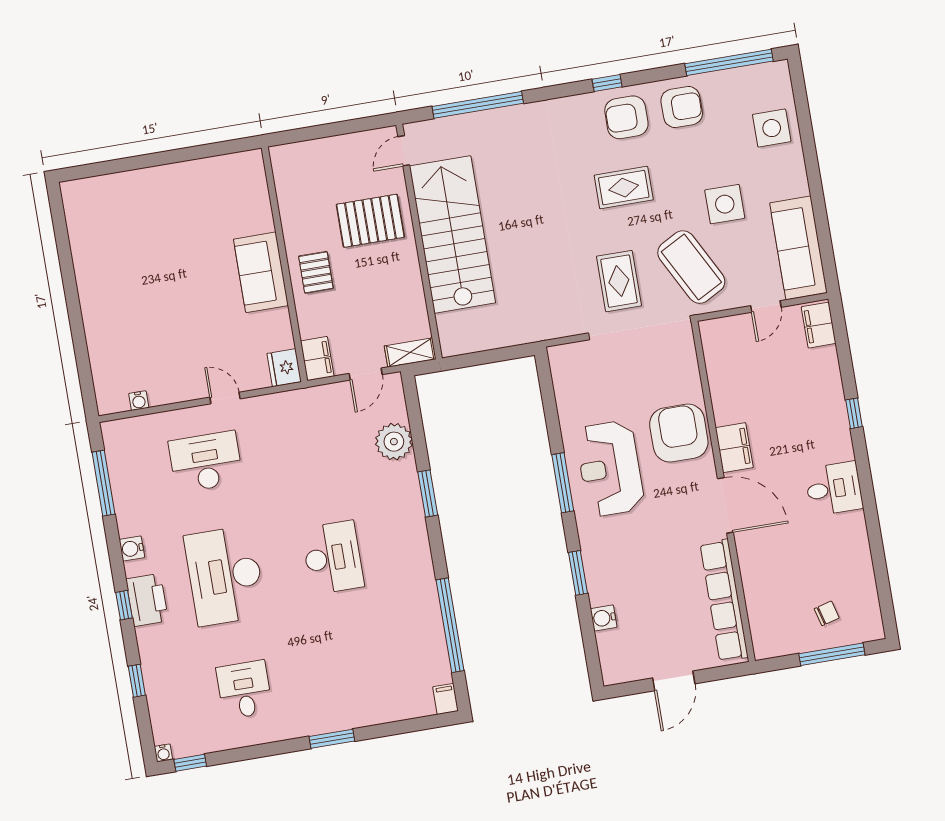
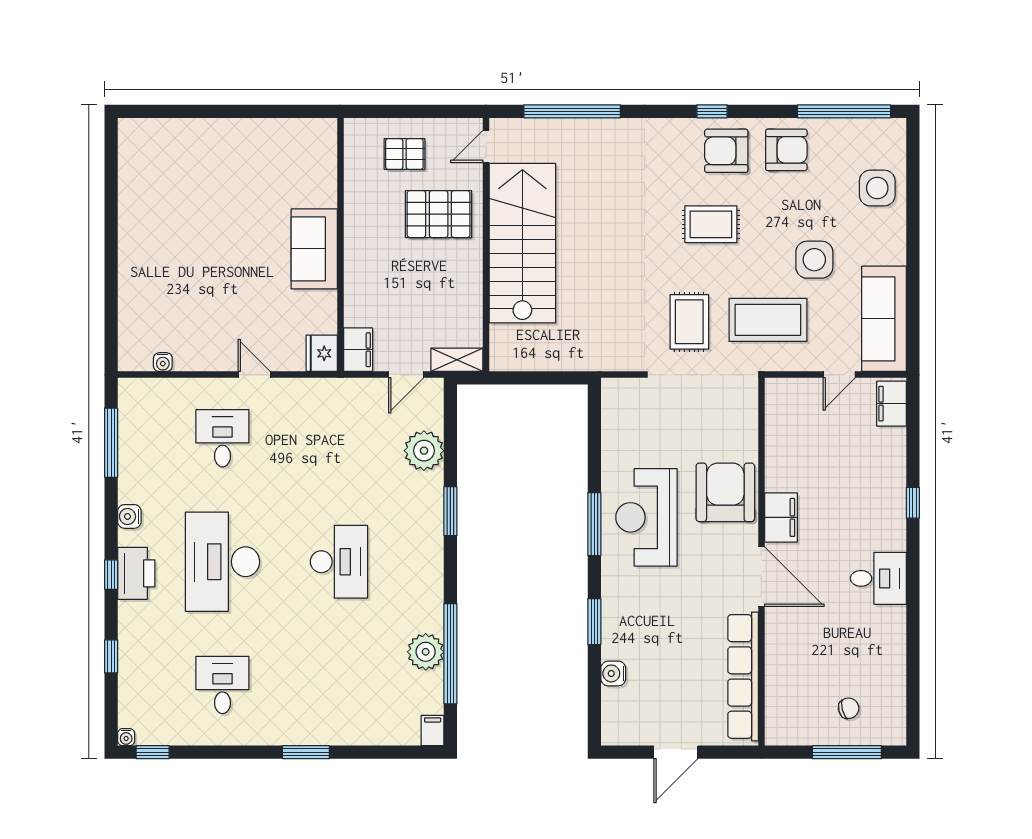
coffee table: (691, 267) -> (768, 320), turned -62
pallet: (316, 272) -> (404, 154), moved, turned 90
desk: (206, 462) -> (222, 438), width x0.73
plant: (427, 627) -> (426, 652), added

